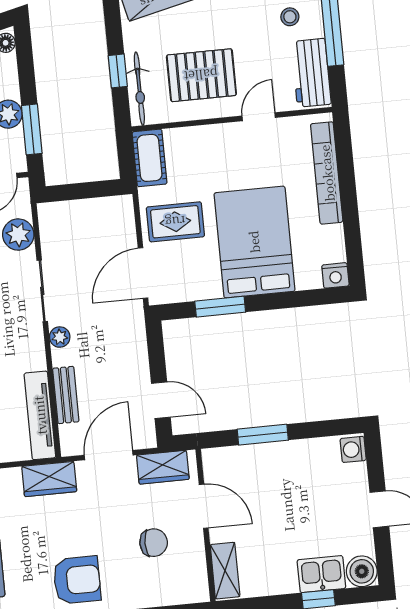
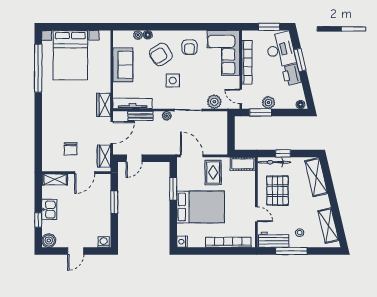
door: (109, 455) -> (112, 132), hinge flipped
kitchen sink: (321, 574) -> (49, 209), moved
armchair: (77, 580) -> (57, 113), removed

